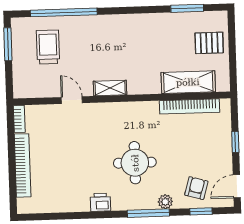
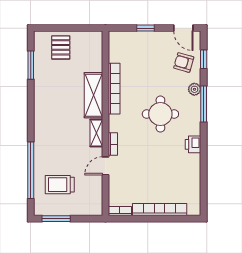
shelving: (188, 82) -> (93, 95), moved
bookcase: (190, 106) -> (114, 89), moved
bookcase: (98, 108) -> (113, 144), added

